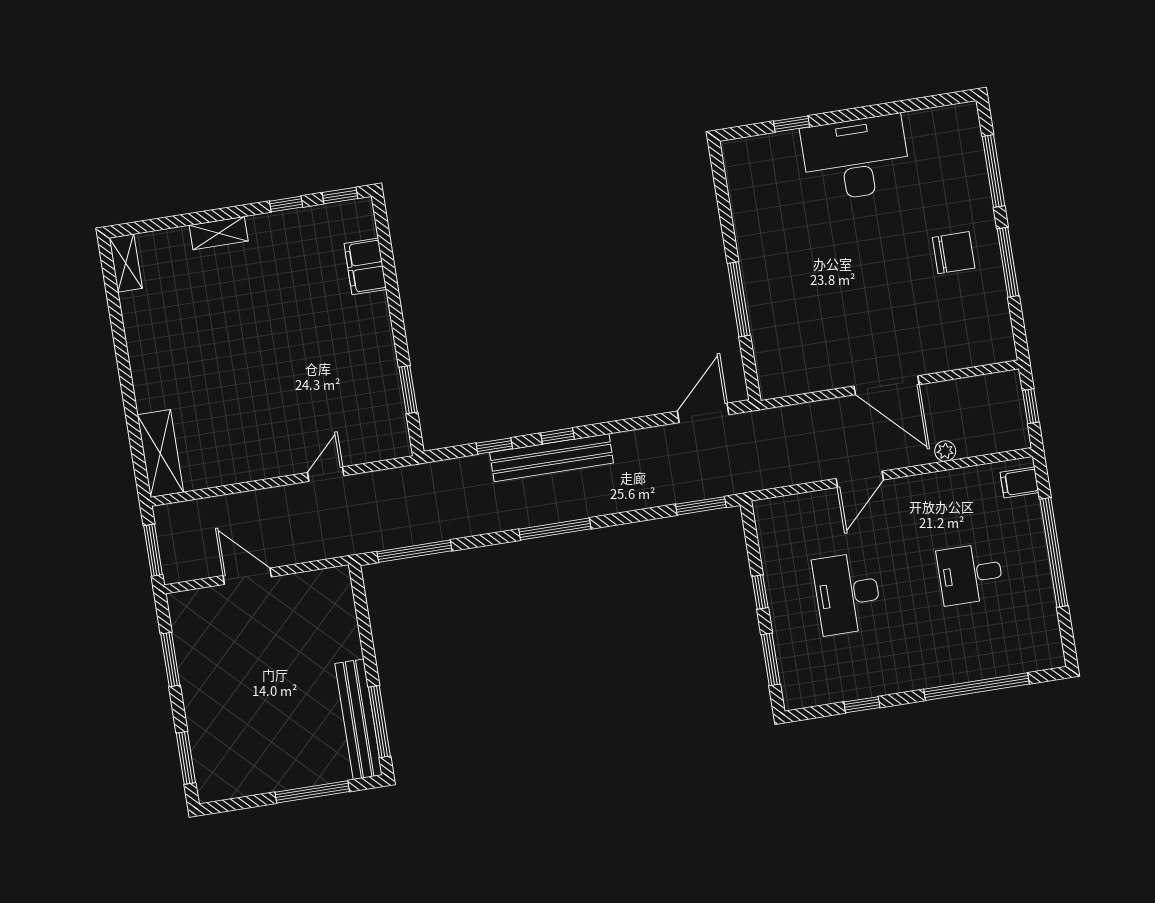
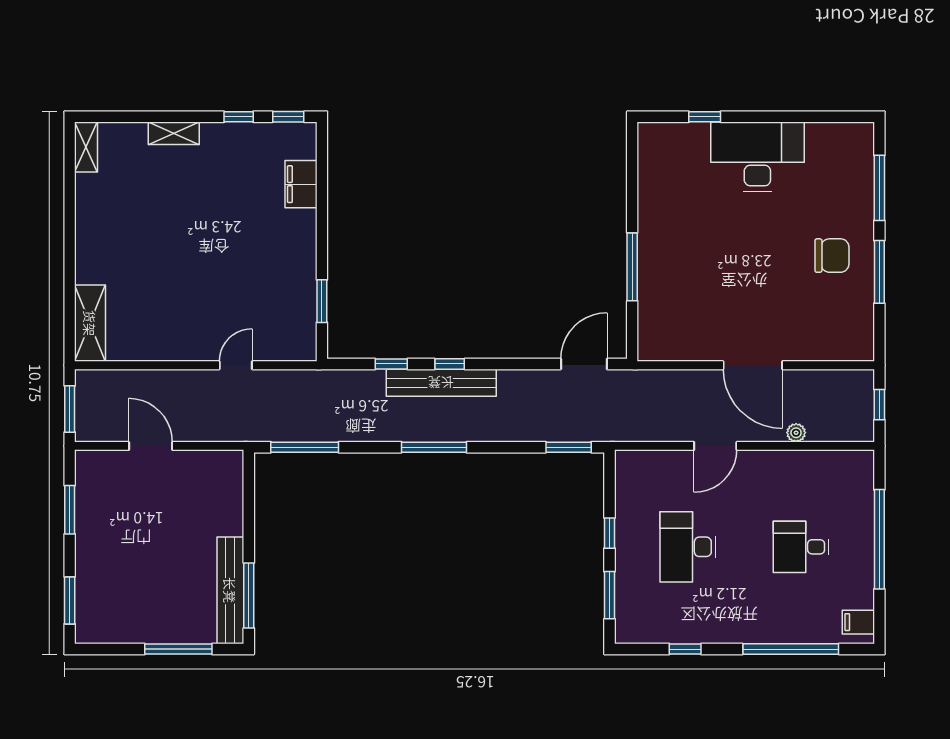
filing cabinet: (1019, 482) -> (858, 622), moved

